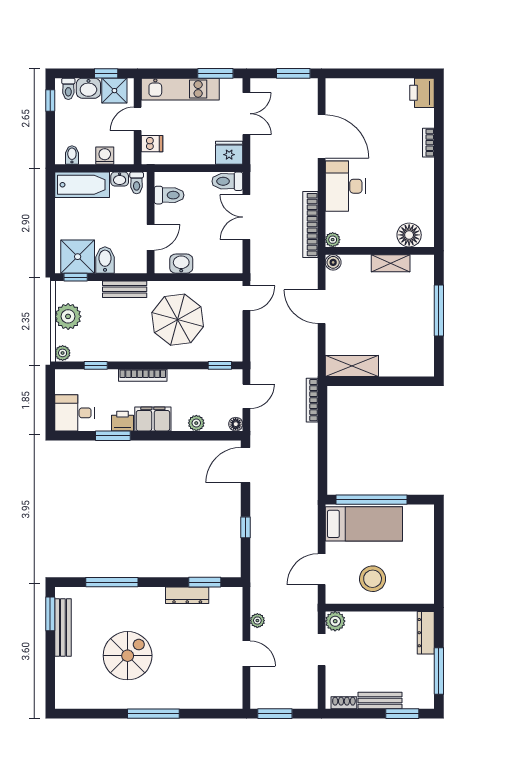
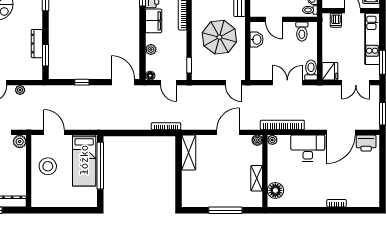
printer: (422, 93) -> (366, 143), moved, turned 180

